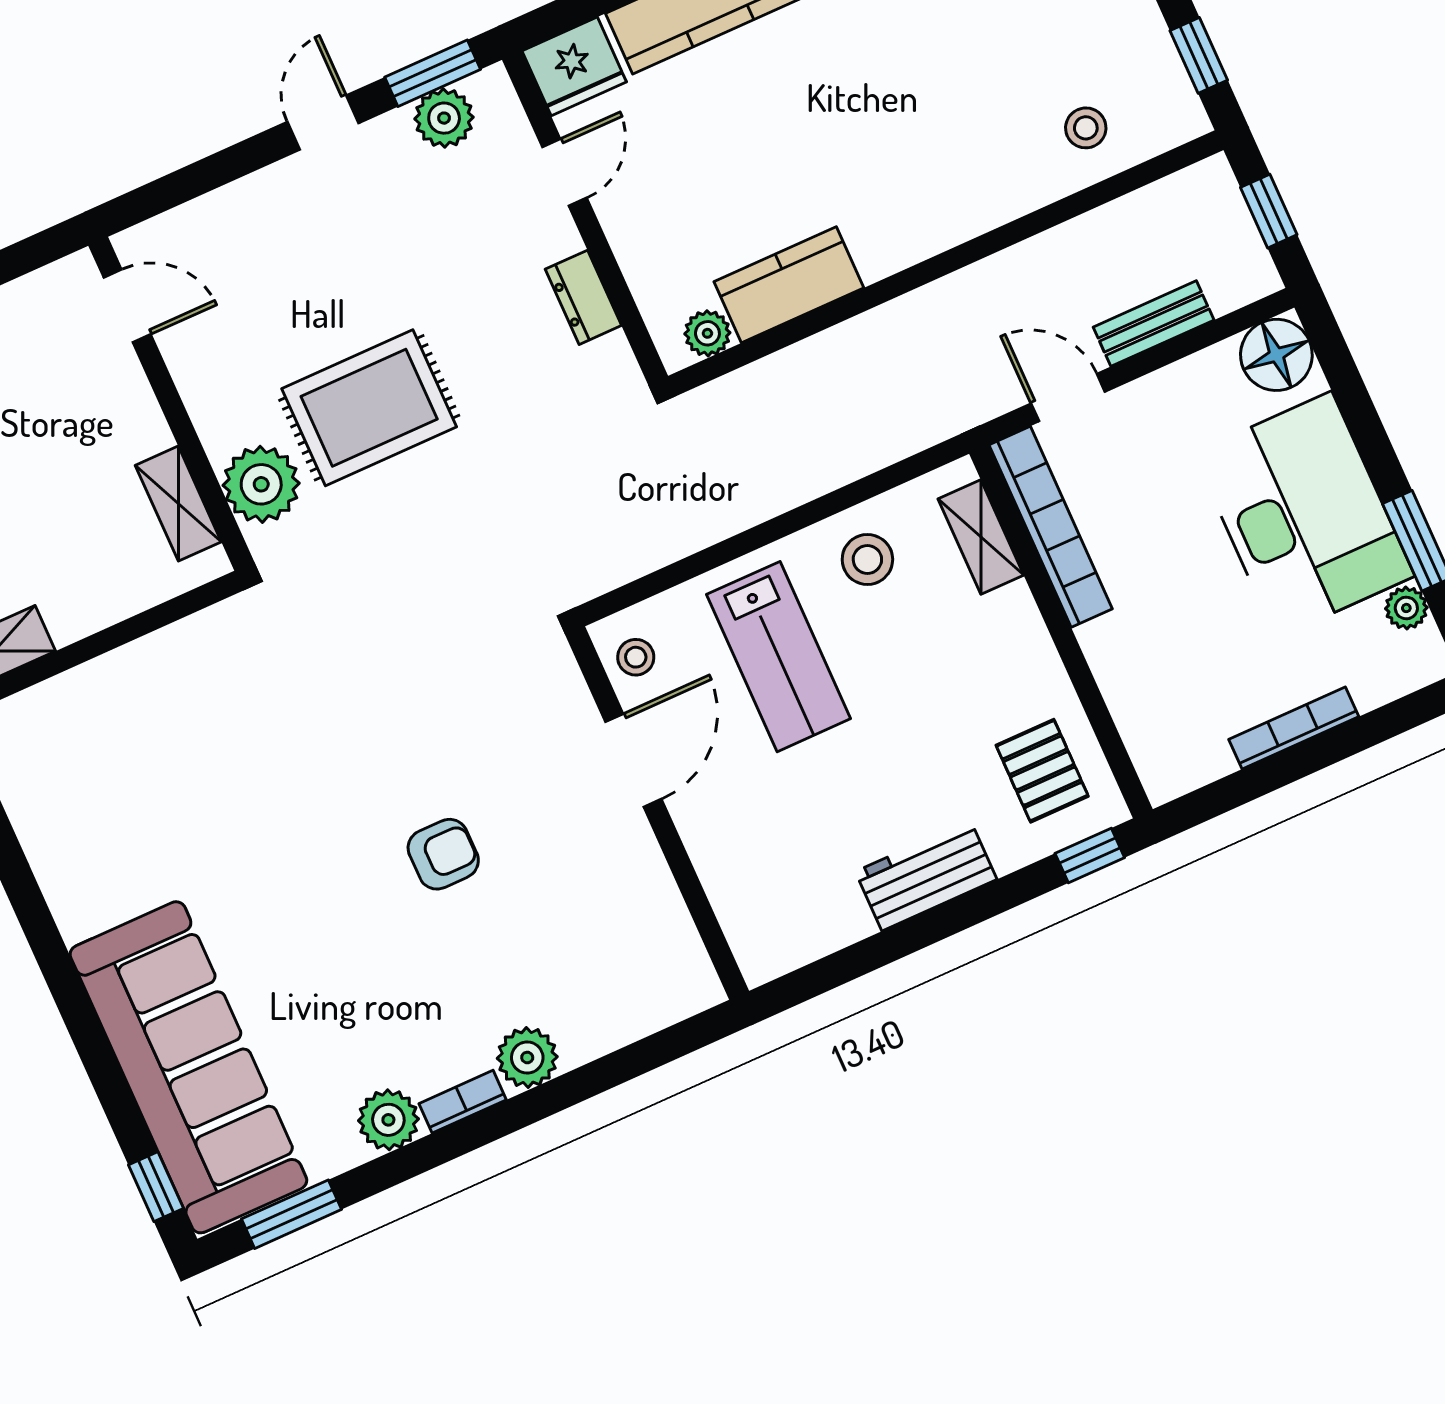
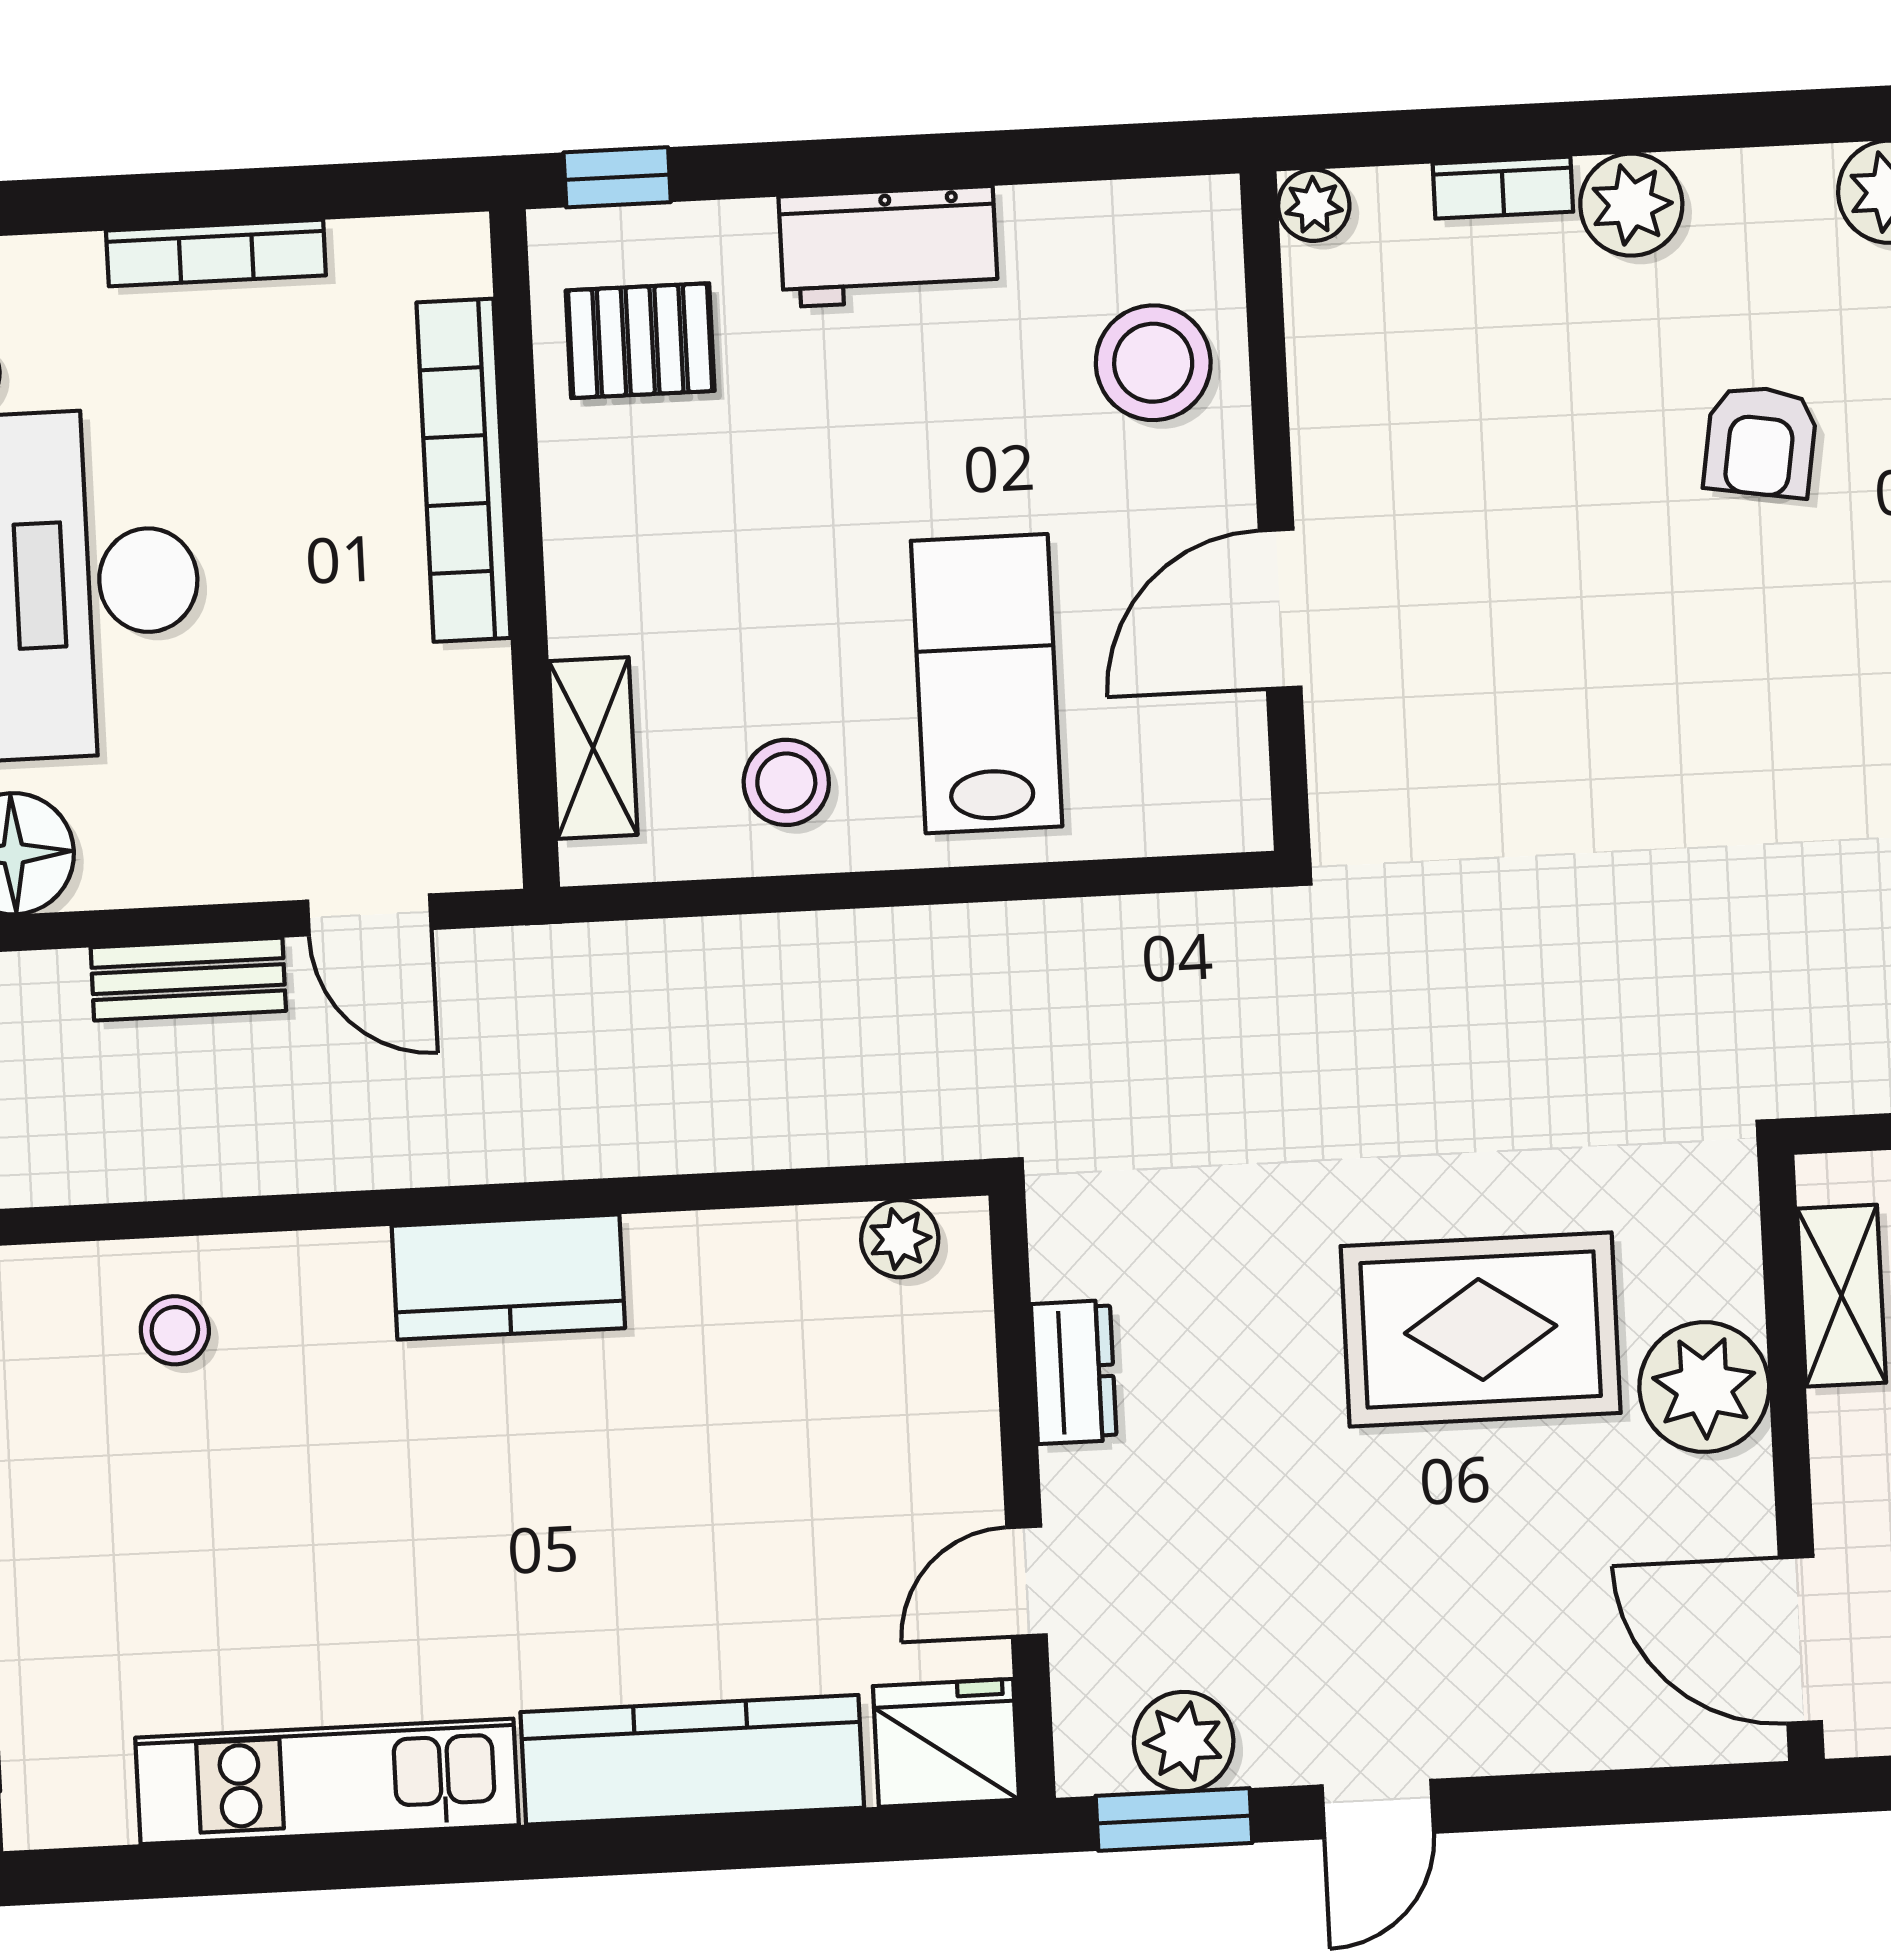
kitchen counter: (789, 285) -> (508, 1277), moved
door: (127, 306) -> (1800, 1640), width x1.37
plant: (261, 484) -> (1704, 1387), moved
bookcase: (1051, 527) -> (464, 470), moved
stool: (636, 657) -> (1153, 363), moved, width x1.89, depth x1.89
pallet: (1042, 771) -> (640, 341), turned 90
armchair: (443, 854) -> (1760, 441), moved, turned -81
plant: (701, 989) -> (1314, 205), added
bookcase: (463, 1102) -> (1503, 188), moved

